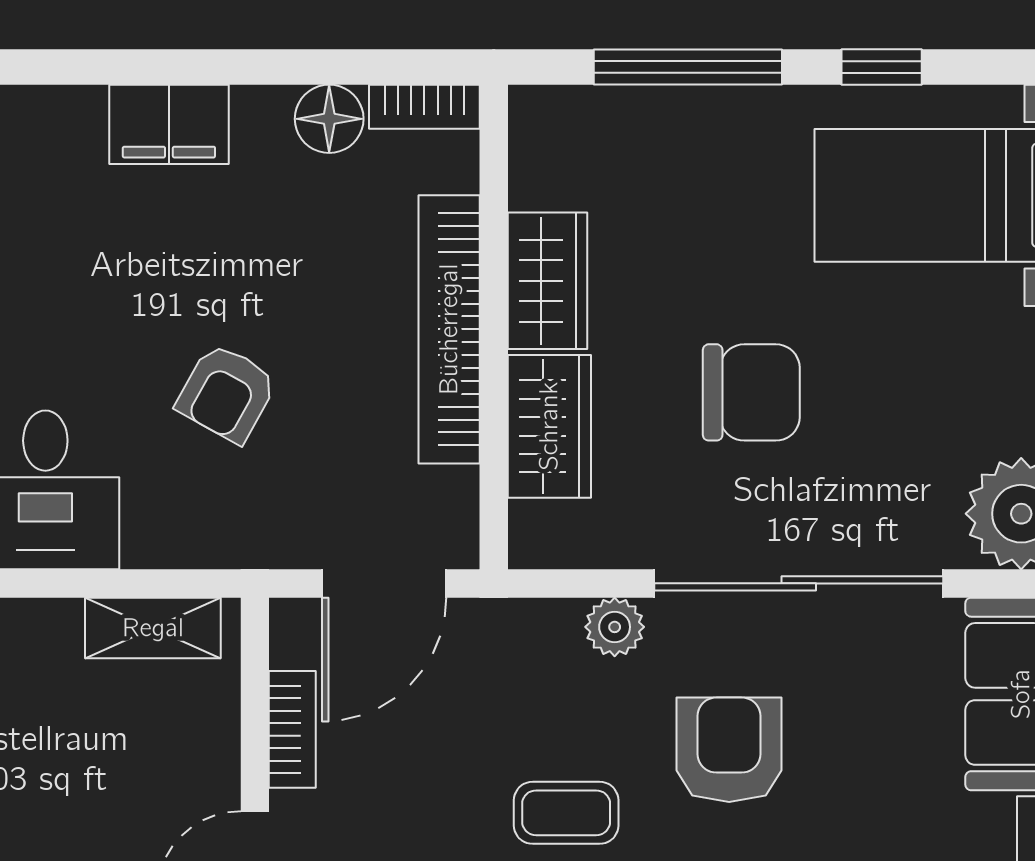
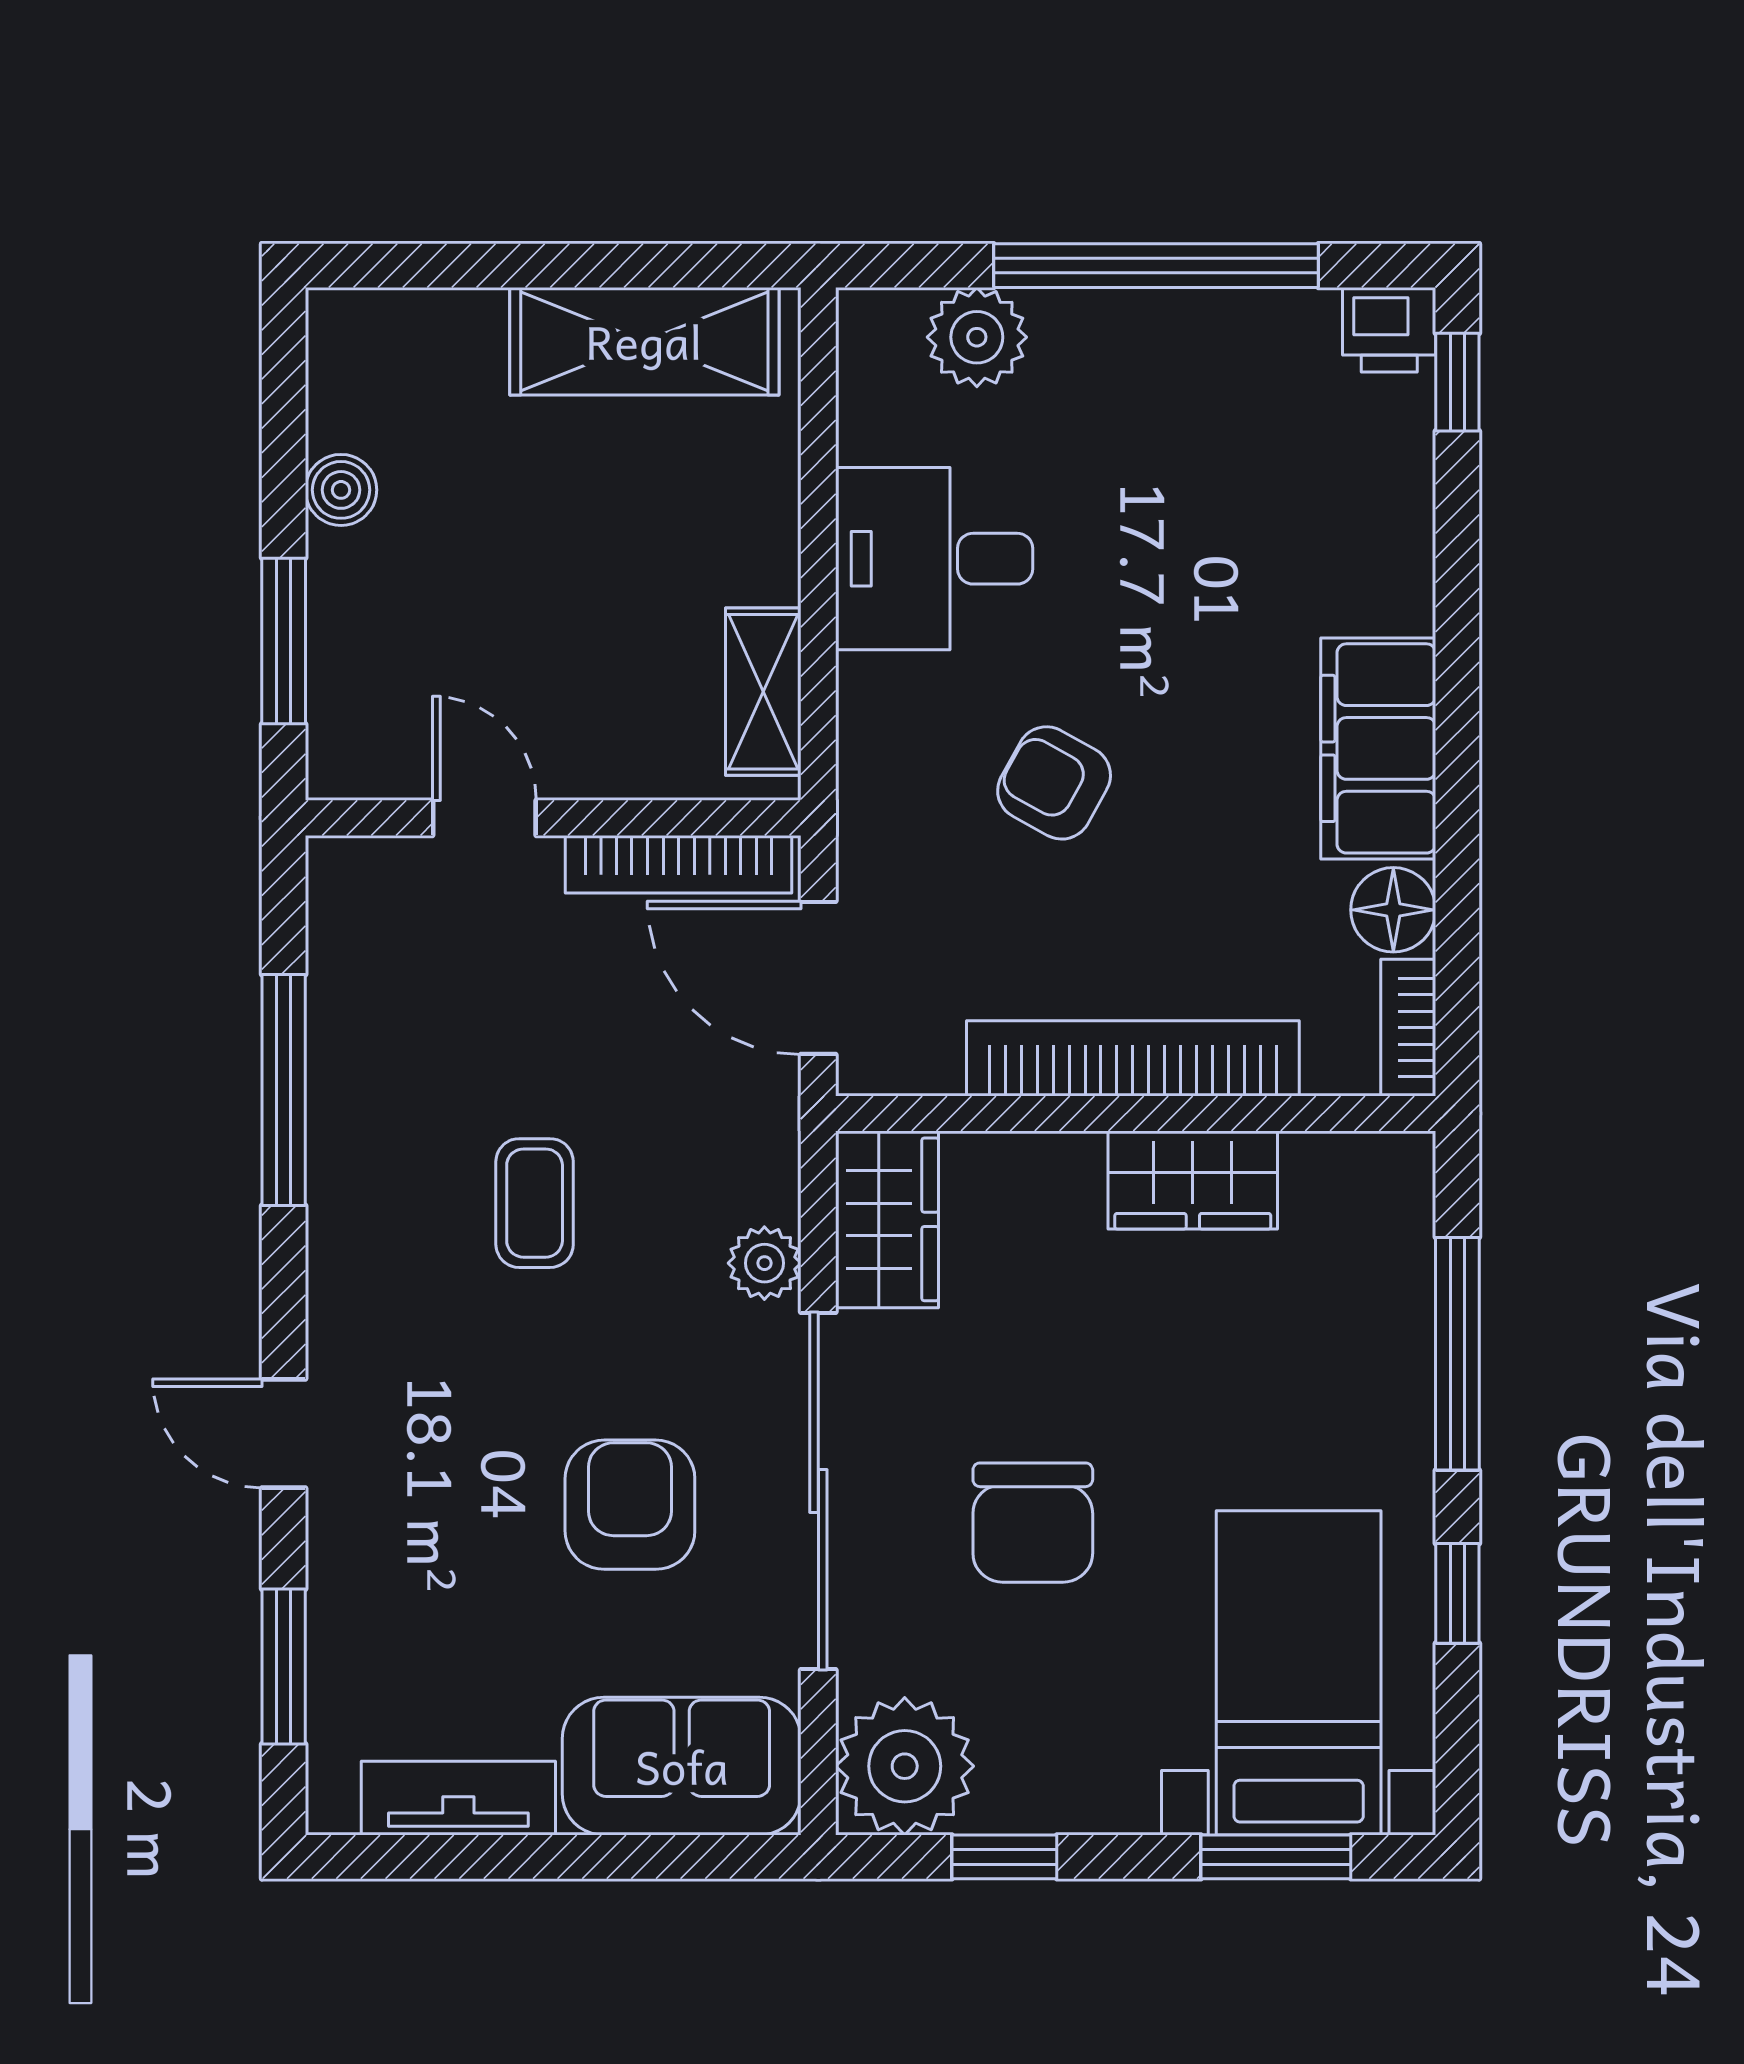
filing cabinet: (169, 124) -> (1378, 748), width x1.50, depth x1.17
chair: (751, 392) -> (1033, 1523), moved
wardrobe: (549, 426) -> (887, 1219), moved, turned -90
bookcase: (292, 729) -> (679, 864), width x1.56
armchair: (729, 750) -> (630, 1505), moved, turned -90

